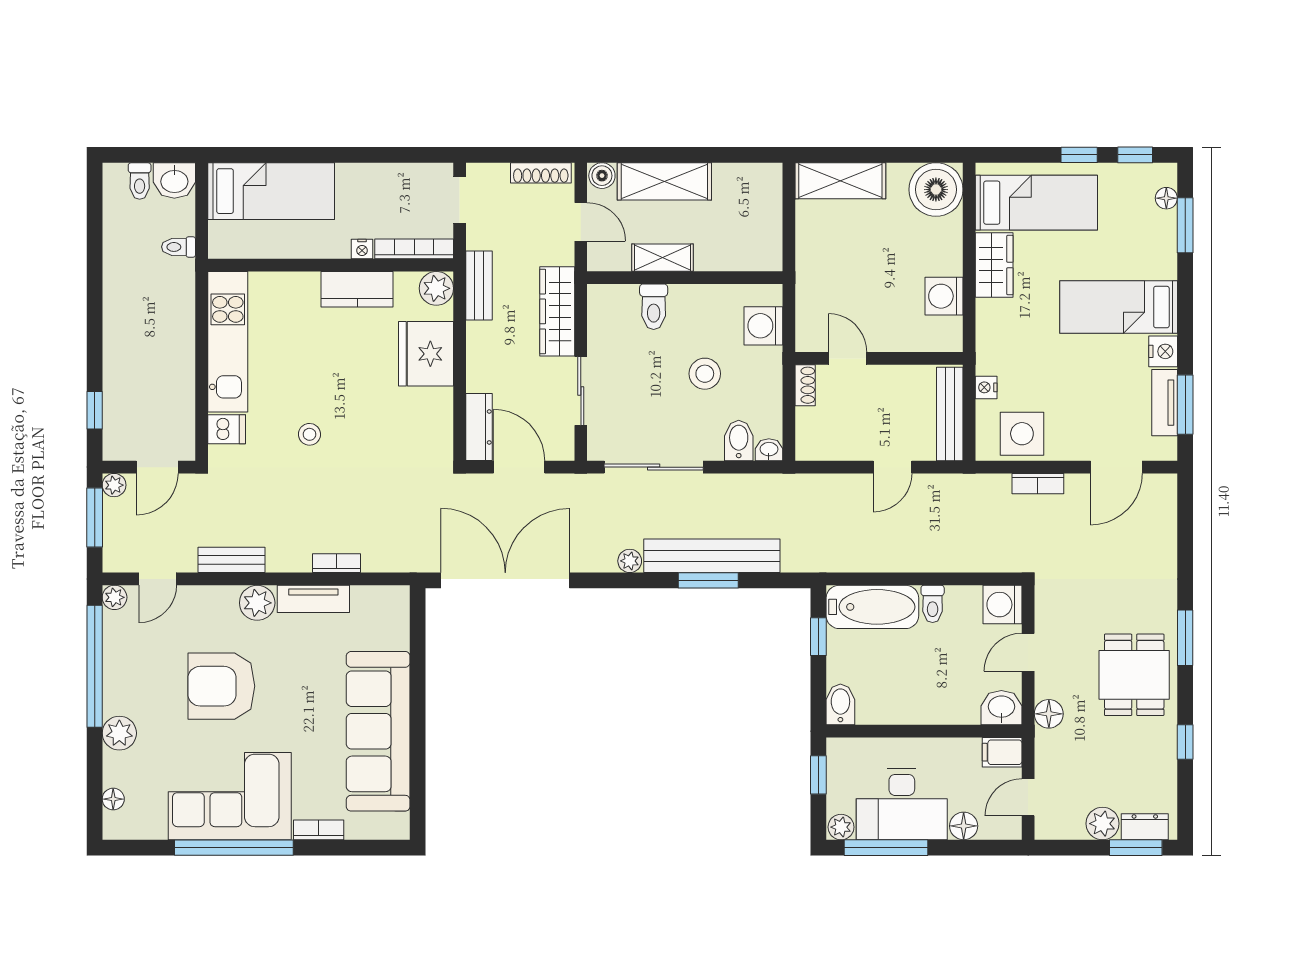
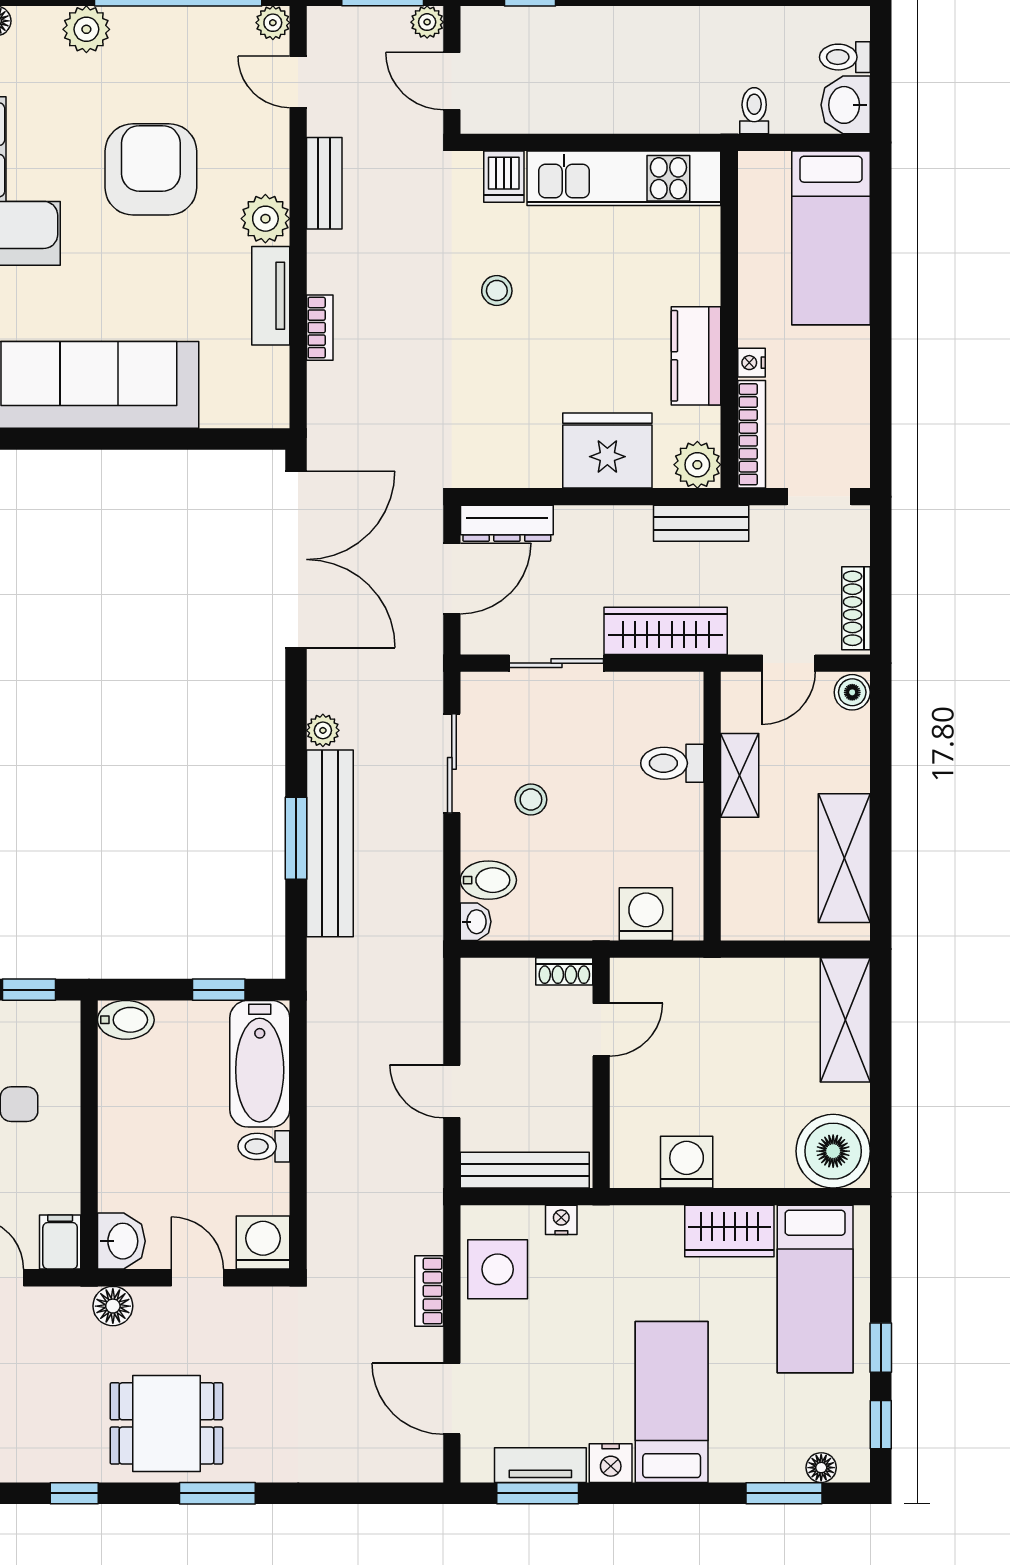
shelving: (664, 181) -> (844, 858), moved
stool: (705, 374) -> (531, 800), moved, width x0.73, depth x0.73
sliding door: (654, 467) -> (452, 763), width x0.73

